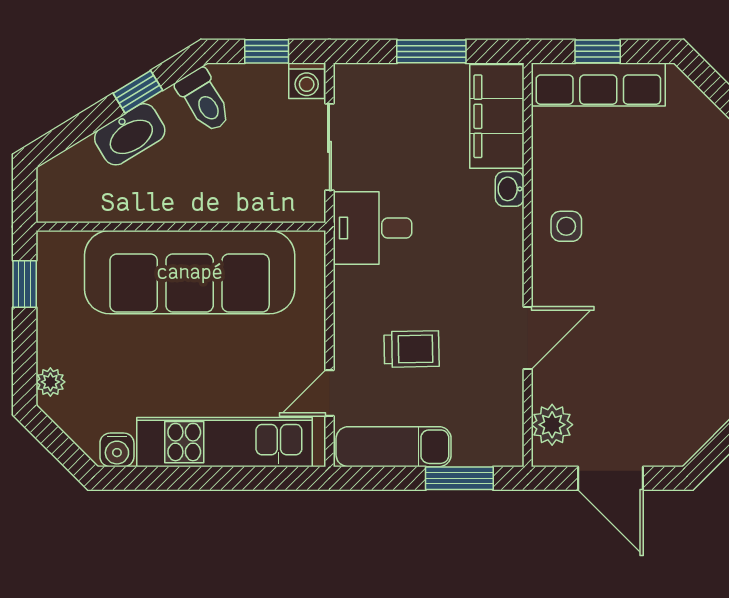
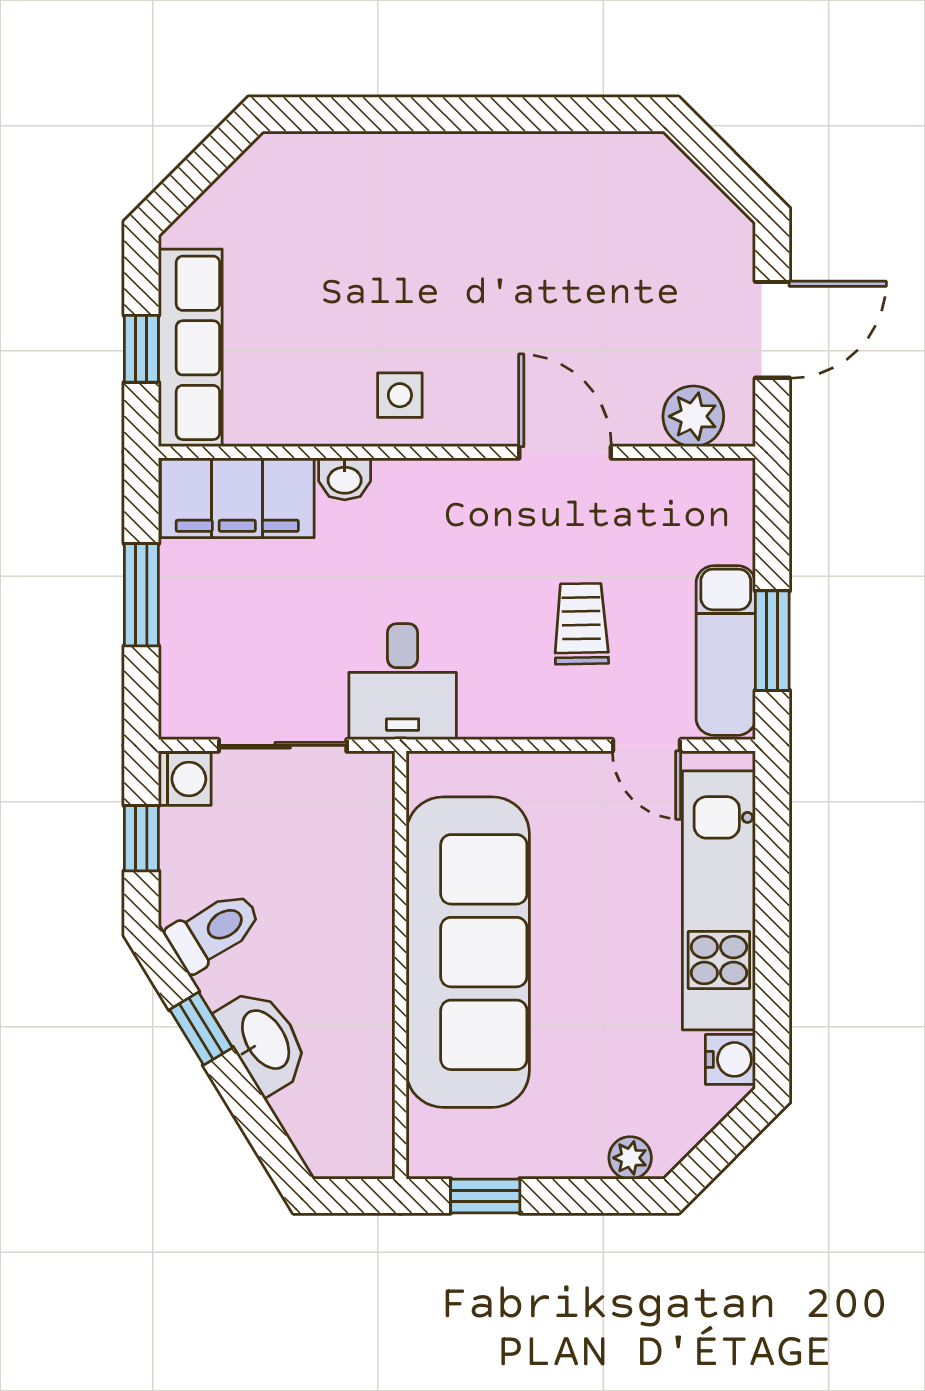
window: (459, 478) -> (772, 641), moved

